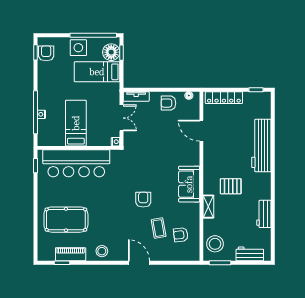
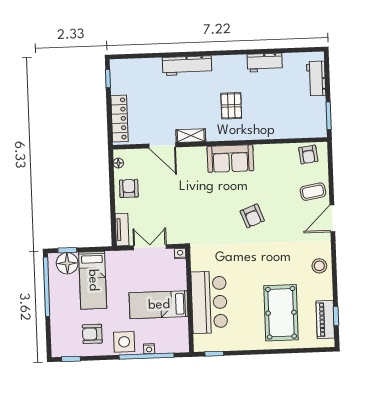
side table: (78, 48) -> (124, 342), moved
armchair: (46, 53) -> (92, 334), moved
armchair: (168, 103) -> (129, 188), turned 180
door: (201, 131) -> (162, 146), hinge flipped
workbench: (261, 145) -> (187, 66), width x0.73, depth x0.76
bar counter: (76, 163) -> (209, 302), width x0.73
armchair: (143, 200) -> (252, 216), turned -111
shelving: (208, 207) -> (191, 136), moved
coffee table: (159, 228) -> (313, 192), moved
armchair: (181, 235) -> (308, 155), moved
stool: (215, 244) -> (305, 123), removed
piano: (71, 254) -> (325, 320), moved

